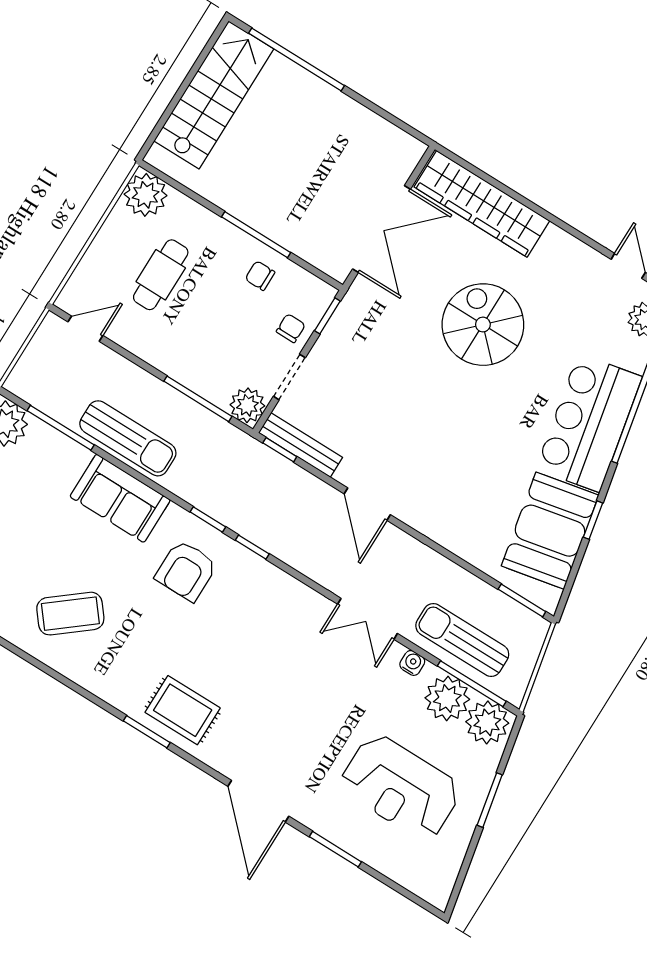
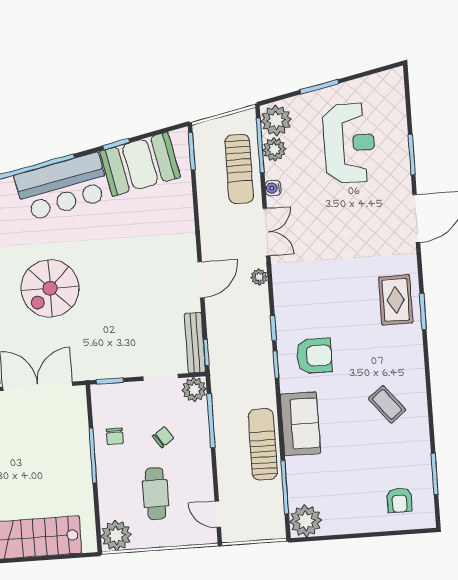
cafe table: (161, 275) -> (156, 494), turned 90
chair: (291, 328) -> (163, 437), moved, turned 145
plant: (322, 573) -> (259, 277), added
coffee table: (70, 614) -> (387, 404), width x0.73, depth x0.77
plant: (447, 699) -> (274, 149), width x0.73, depth x0.73

